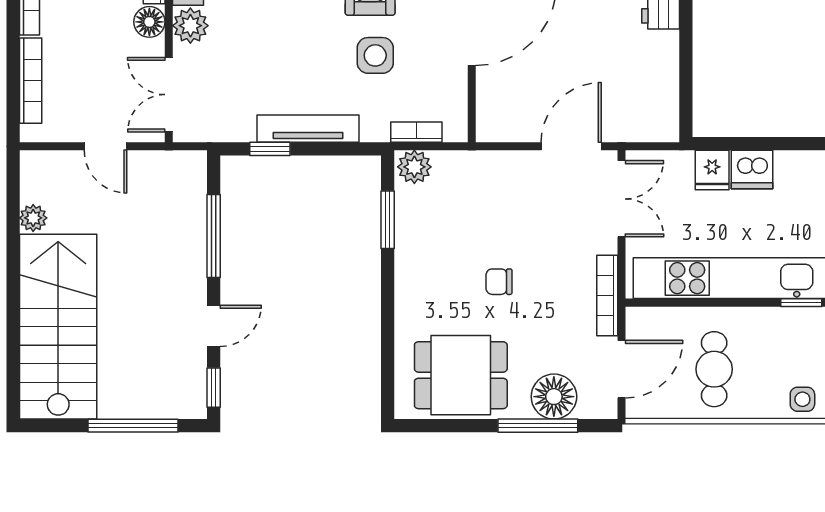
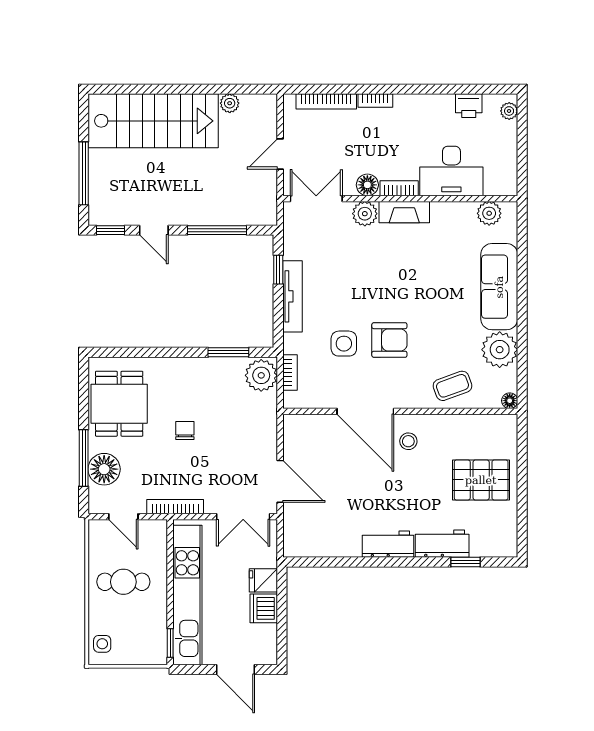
plant: (414, 167) -> (261, 375), width x1.36, depth x1.36
door: (621, 369) -> (123, 517), width x0.73

